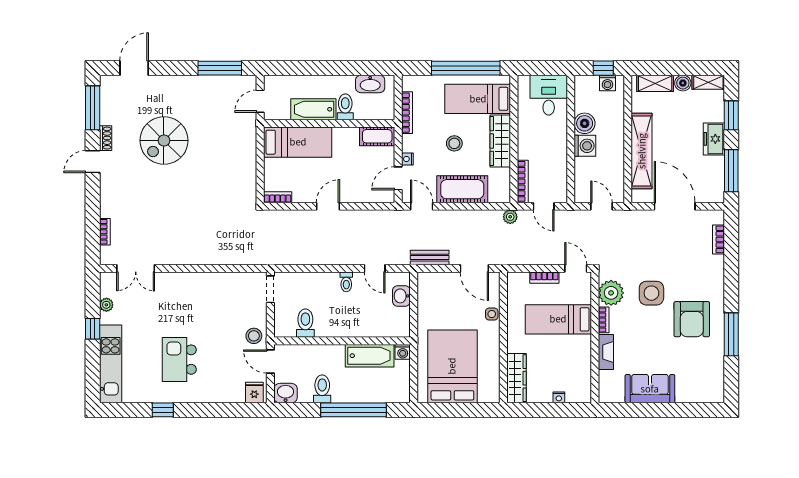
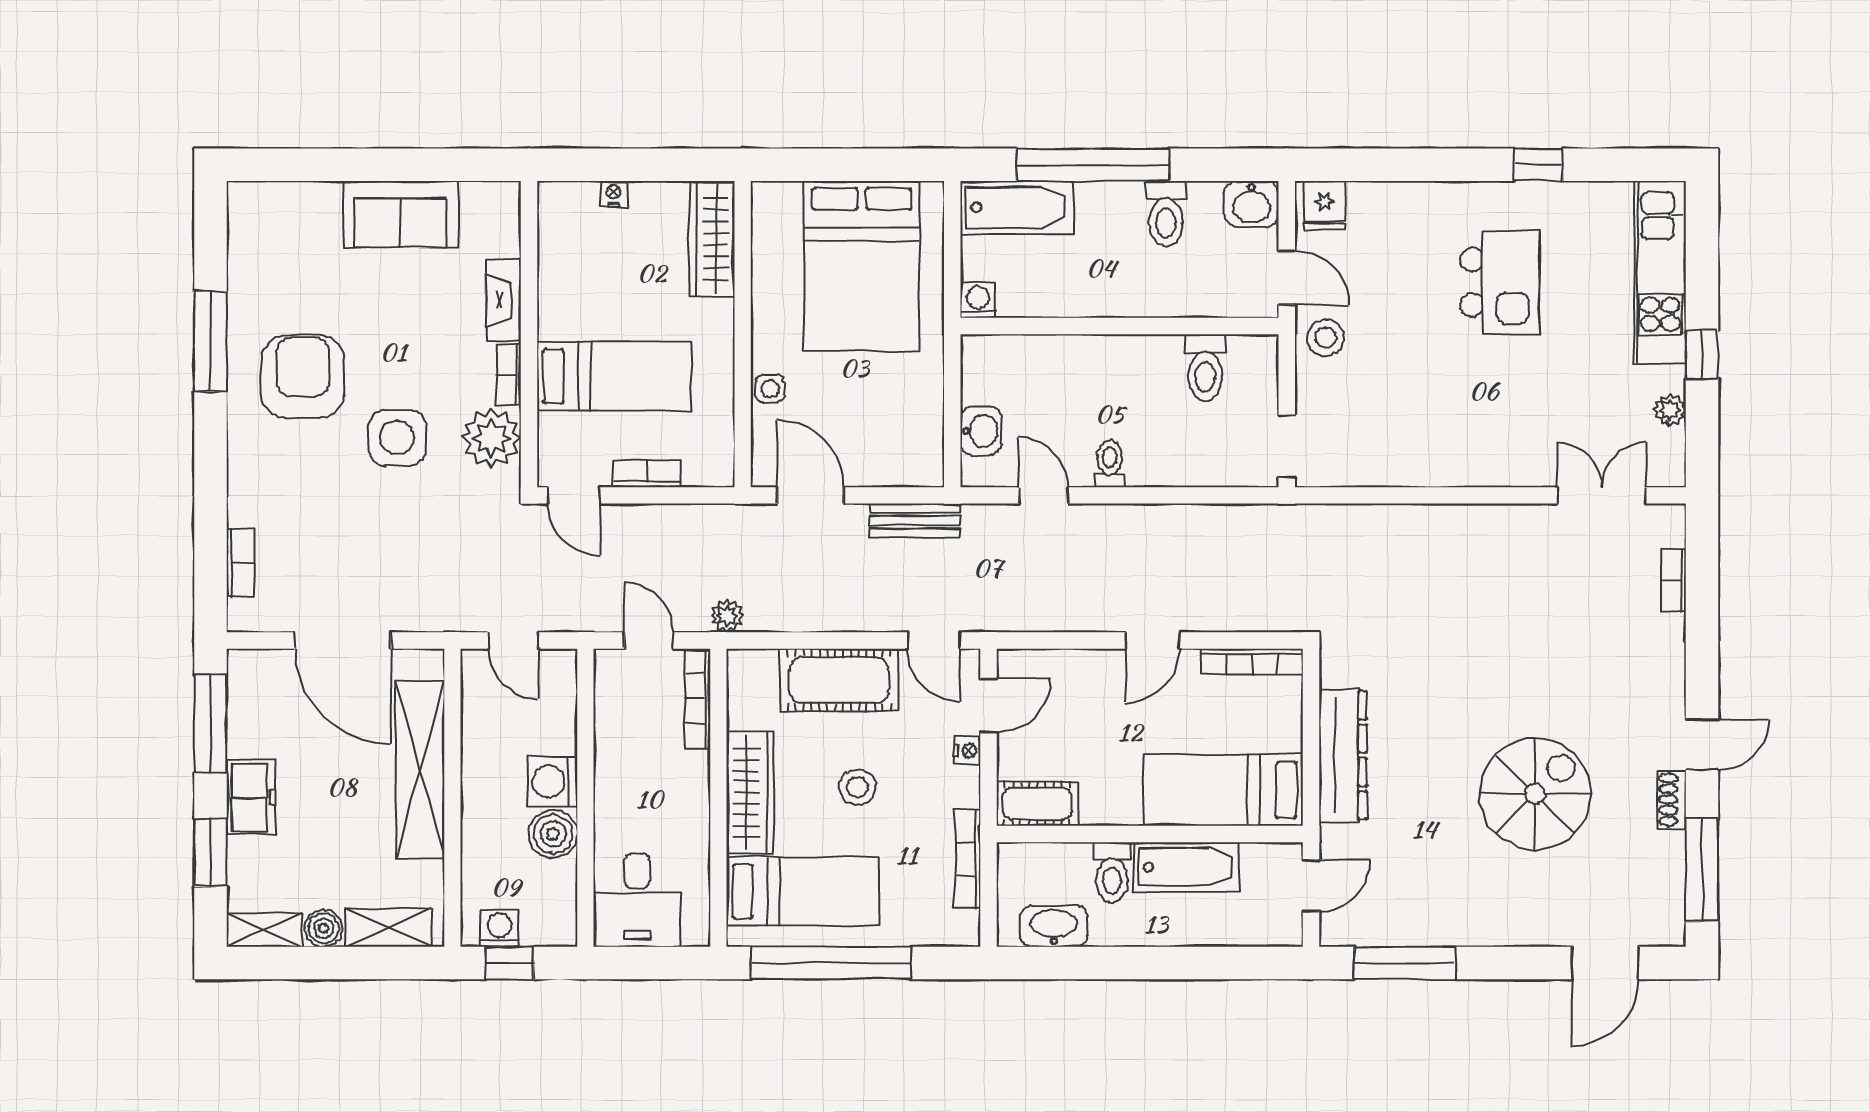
dresser: (246, 157) -> (1343, 755), added
bookcase: (278, 197) -> (1252, 662), width x1.56
bathtub: (370, 356) -> (1017, 208), moved, turned 180

